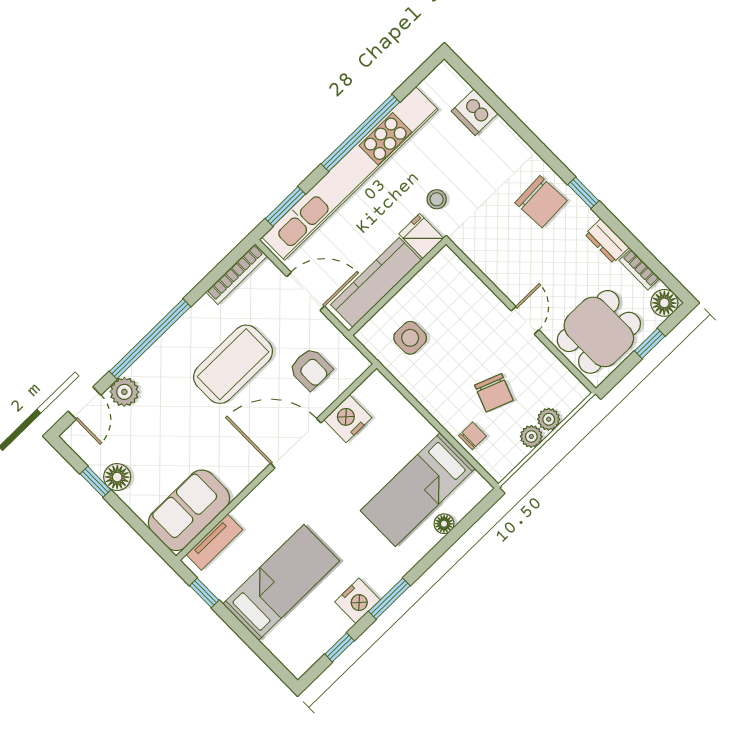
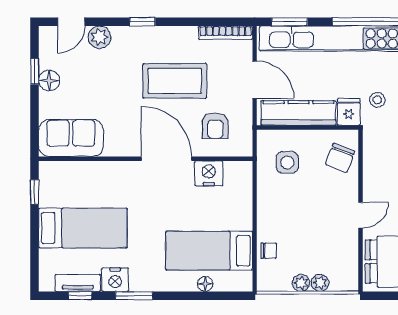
window: (150, 339) -> (142, 22), width x0.32
chair: (494, 393) -> (340, 158), moved
tv unit: (214, 542) -> (78, 283), moved, turned 180

